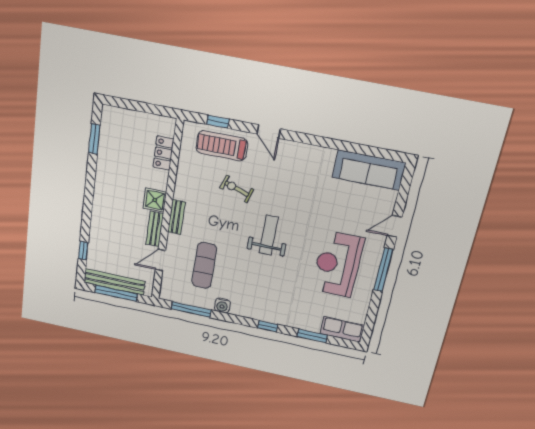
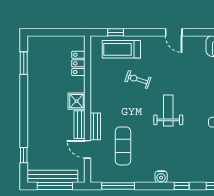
door: (269, 131) -> (174, 32), moved
bench: (176, 217) -> (95, 126), moved
door: (160, 260) -> (87, 149), hinge flipped
water cooler: (222, 305) -> (161, 177), moved

